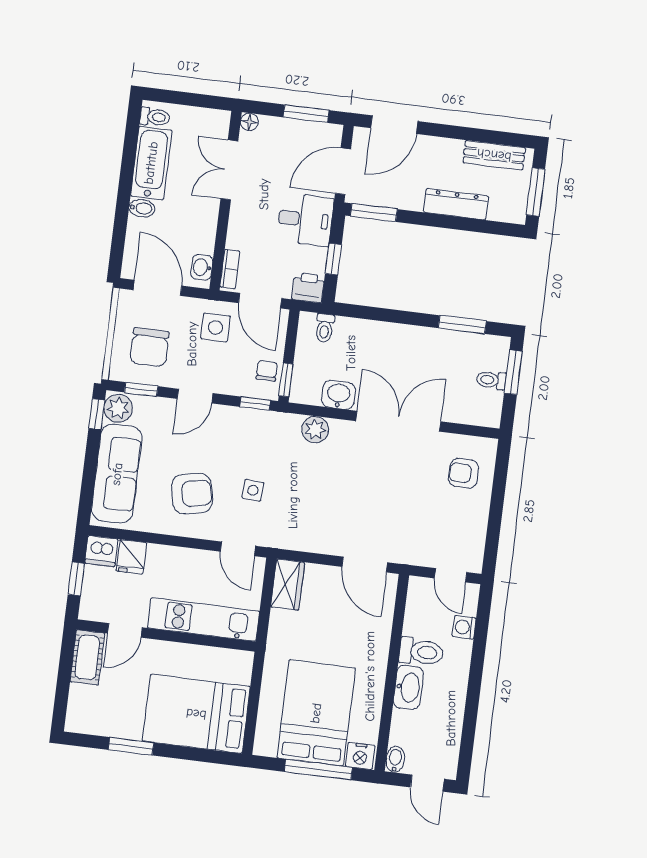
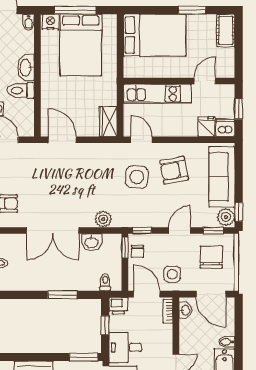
window: (462, 325) -> (62, 295), moved
side table: (253, 490) -> (137, 177), width x1.87, depth x1.87
cot: (87, 657) -> (226, 30), moved

